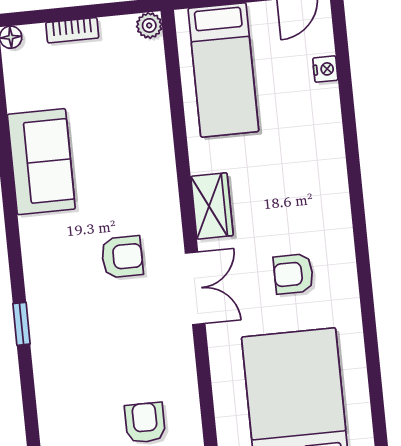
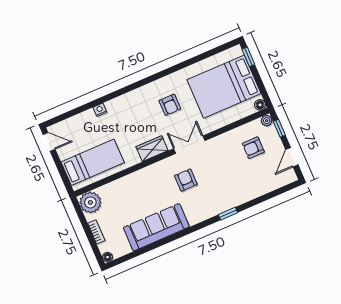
plant: (149, 25) -> (90, 202), width x1.88, depth x1.88
nightstand: (325, 69) -> (100, 110), moved
sofa: (41, 162) -> (156, 227), width x1.36

